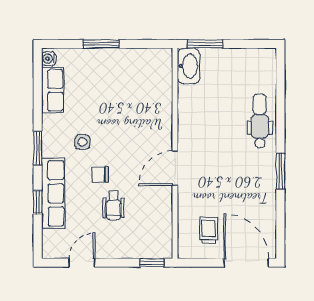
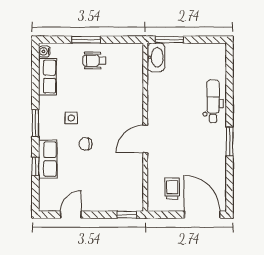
row of seats: (53, 193) -> (48, 159), width x0.68
wheelchair: (113, 206) -> (94, 61), moved, turned 90

